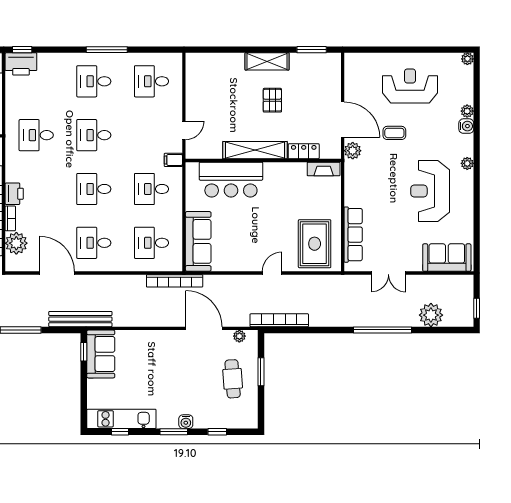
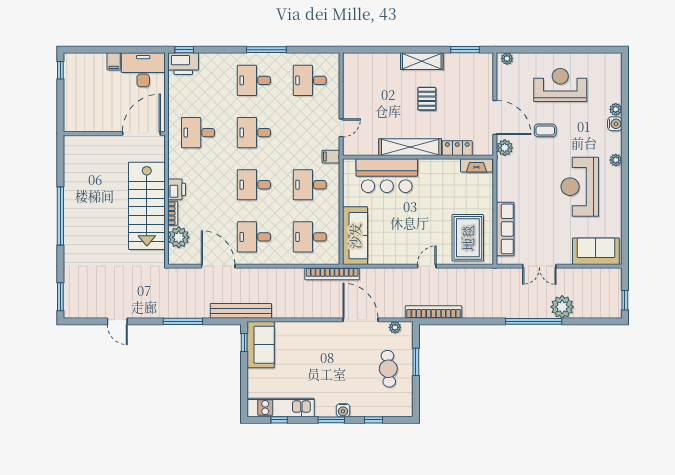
plant: (467, 59) -> (507, 59), moved
plant: (431, 315) -> (562, 307), moved

